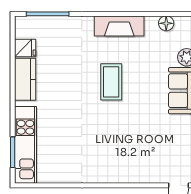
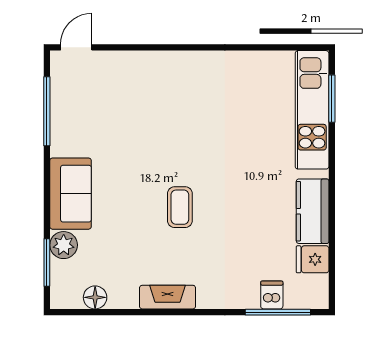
dishwasher: (52, 25) -> (272, 295), added
fireplace: (119, 26) -> (168, 297), width x0.73, depth x0.76
coffee table: (111, 82) -> (180, 207), width x0.73, depth x0.77

